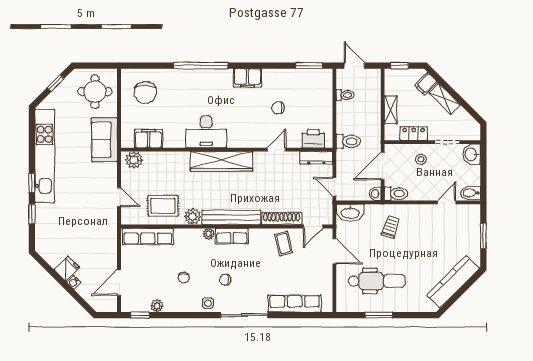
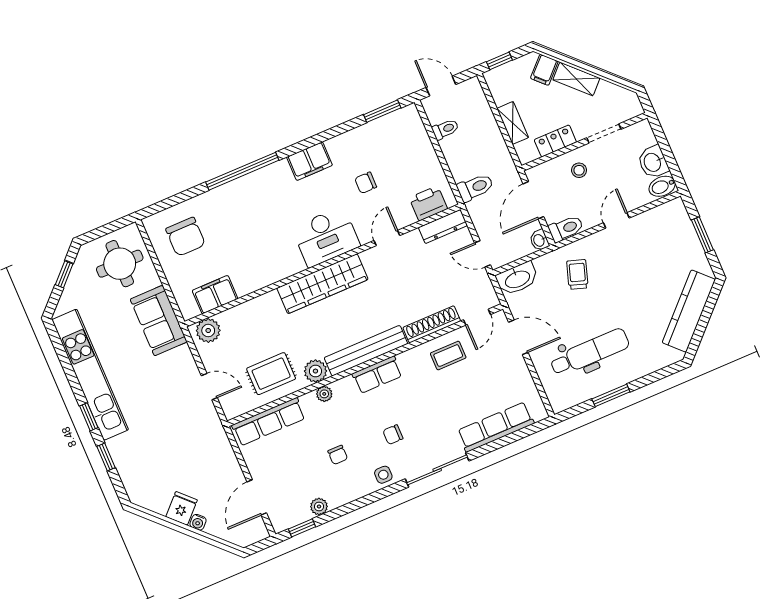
desk: (206, 132) -> (326, 237), moved
washbasin: (471, 154) -> (653, 162), moved
door: (447, 202) -> (616, 220), moved
plant: (209, 234) -> (324, 394), moved
coffee table: (284, 244) -> (448, 356), turned -76

